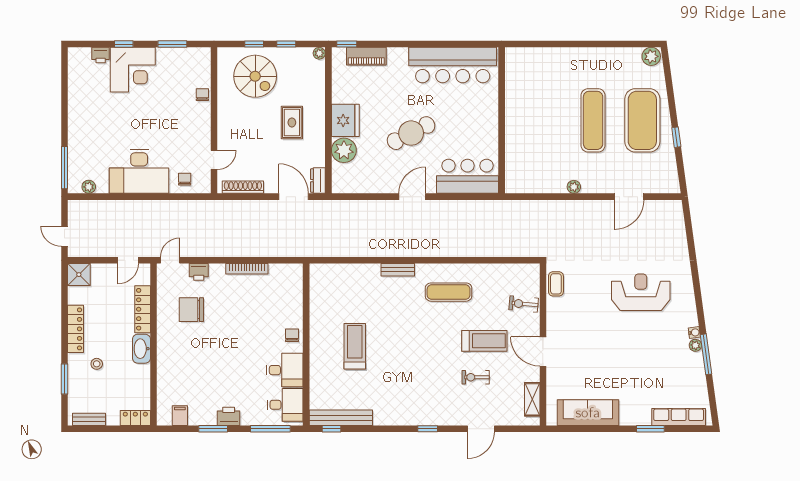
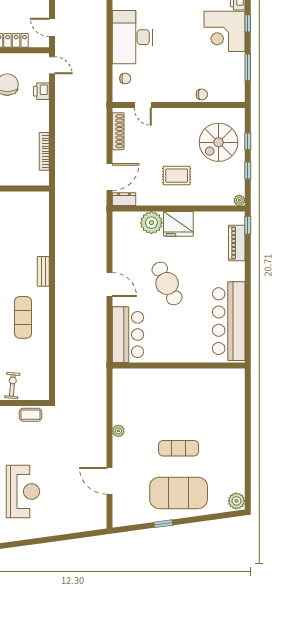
exercise mat: (593, 120) -> (179, 448), width x0.73, depth x0.69
bookcase: (247, 269) -> (44, 151), moved

